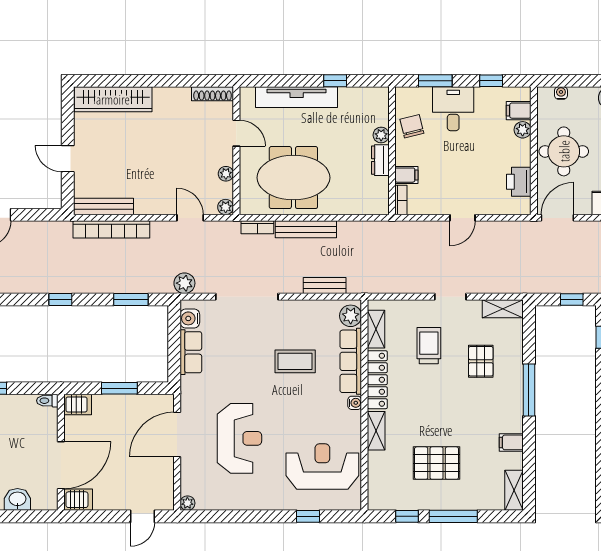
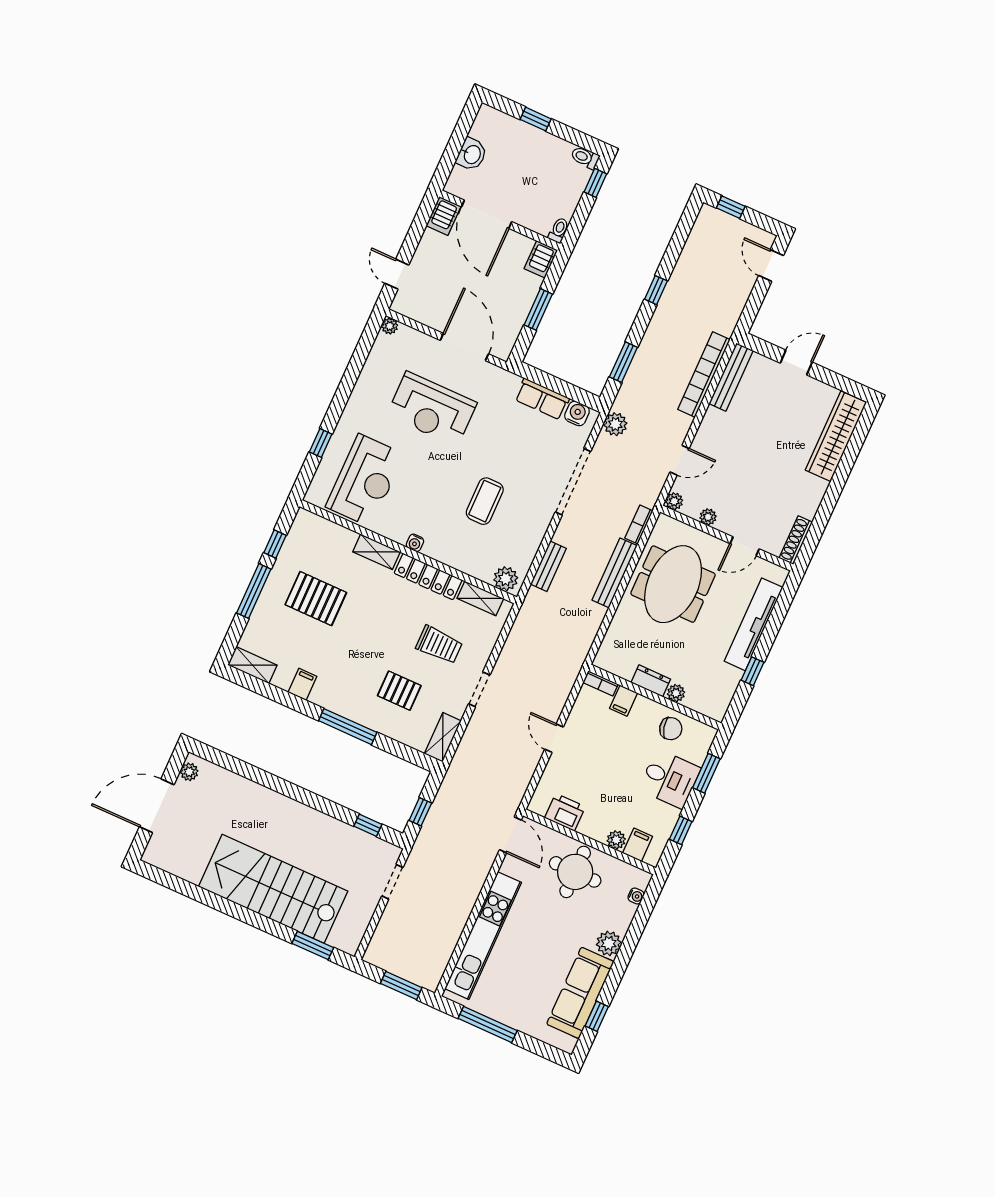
row of seats: (351, 361) -> (459, 558), removed
pallet: (437, 463) -> (316, 599), turned 90

